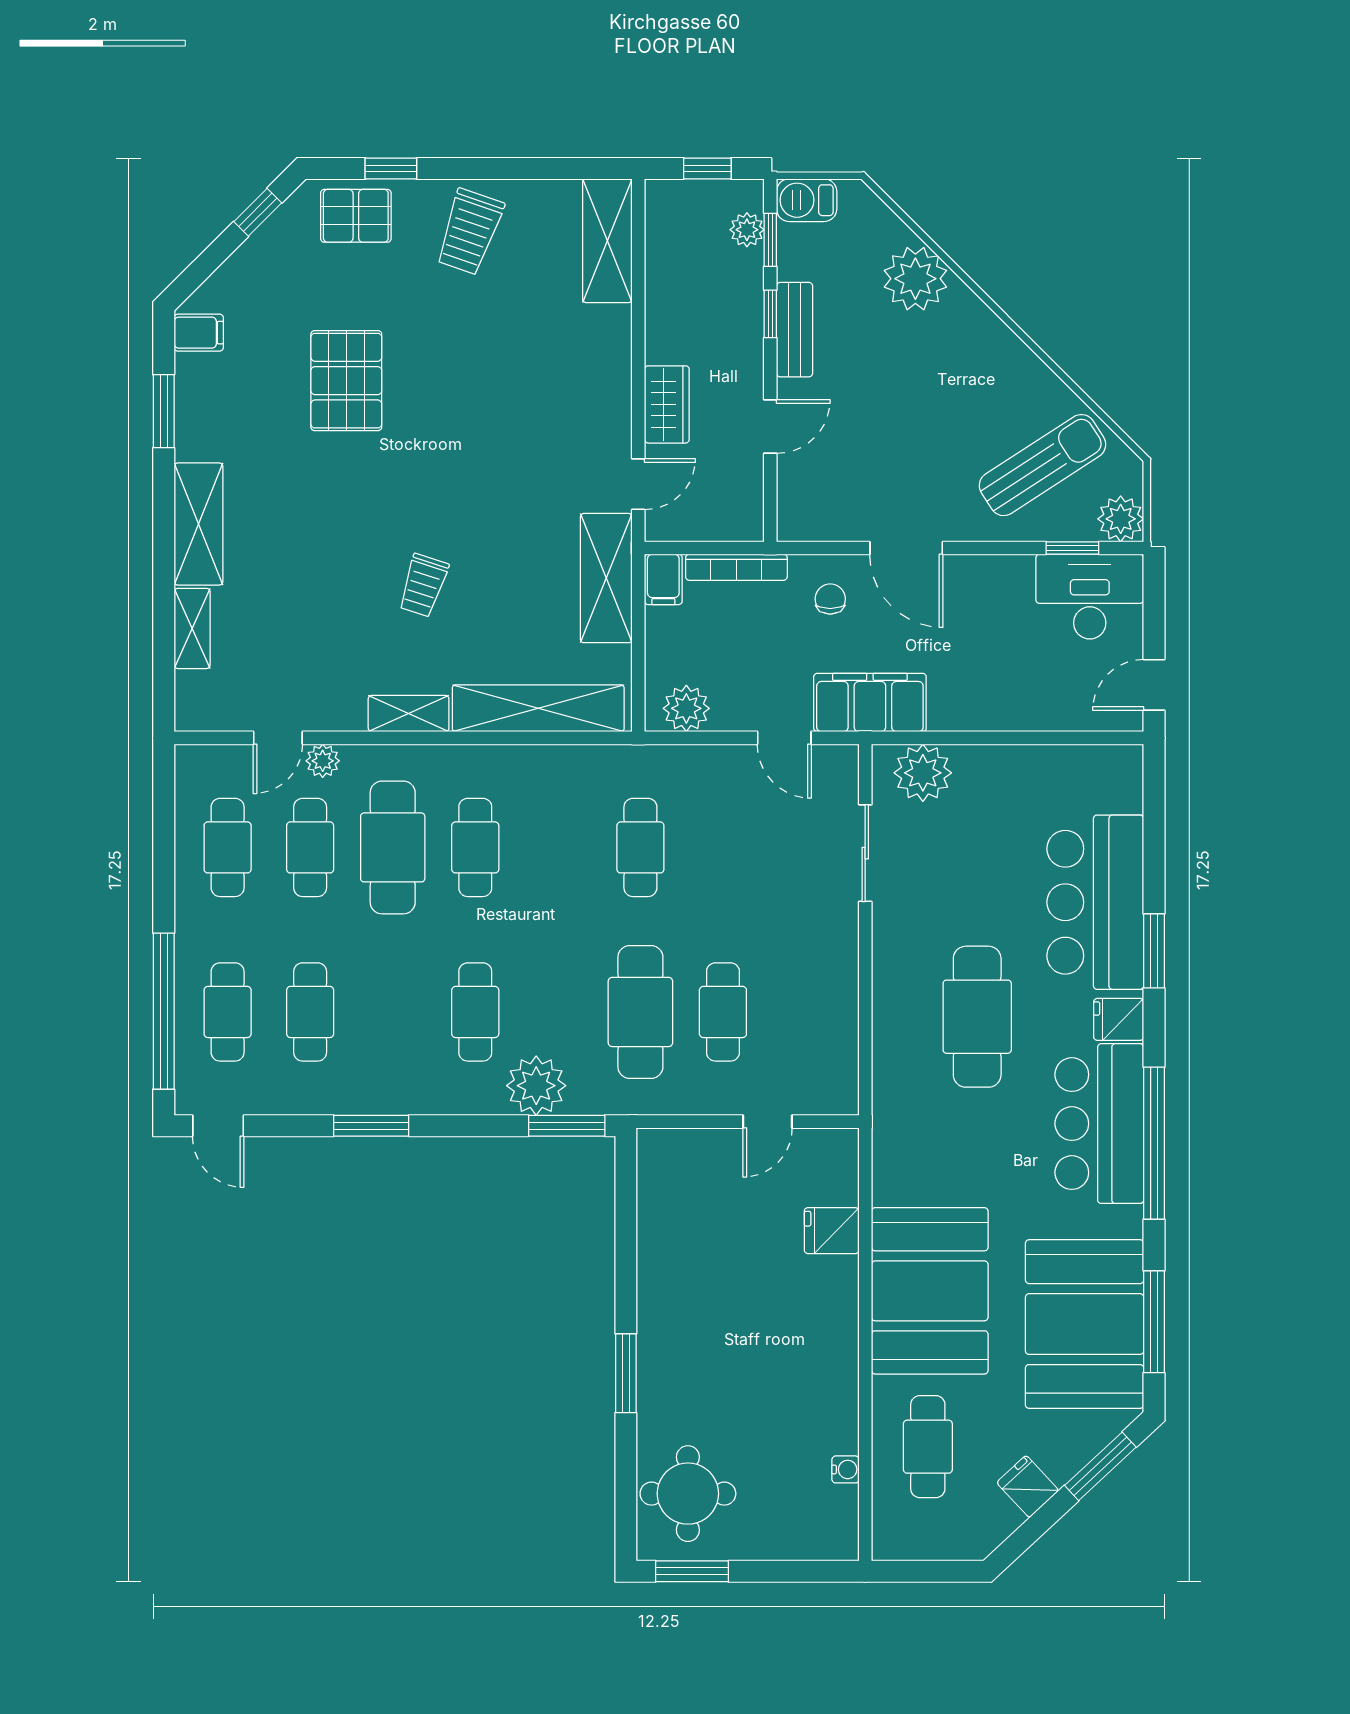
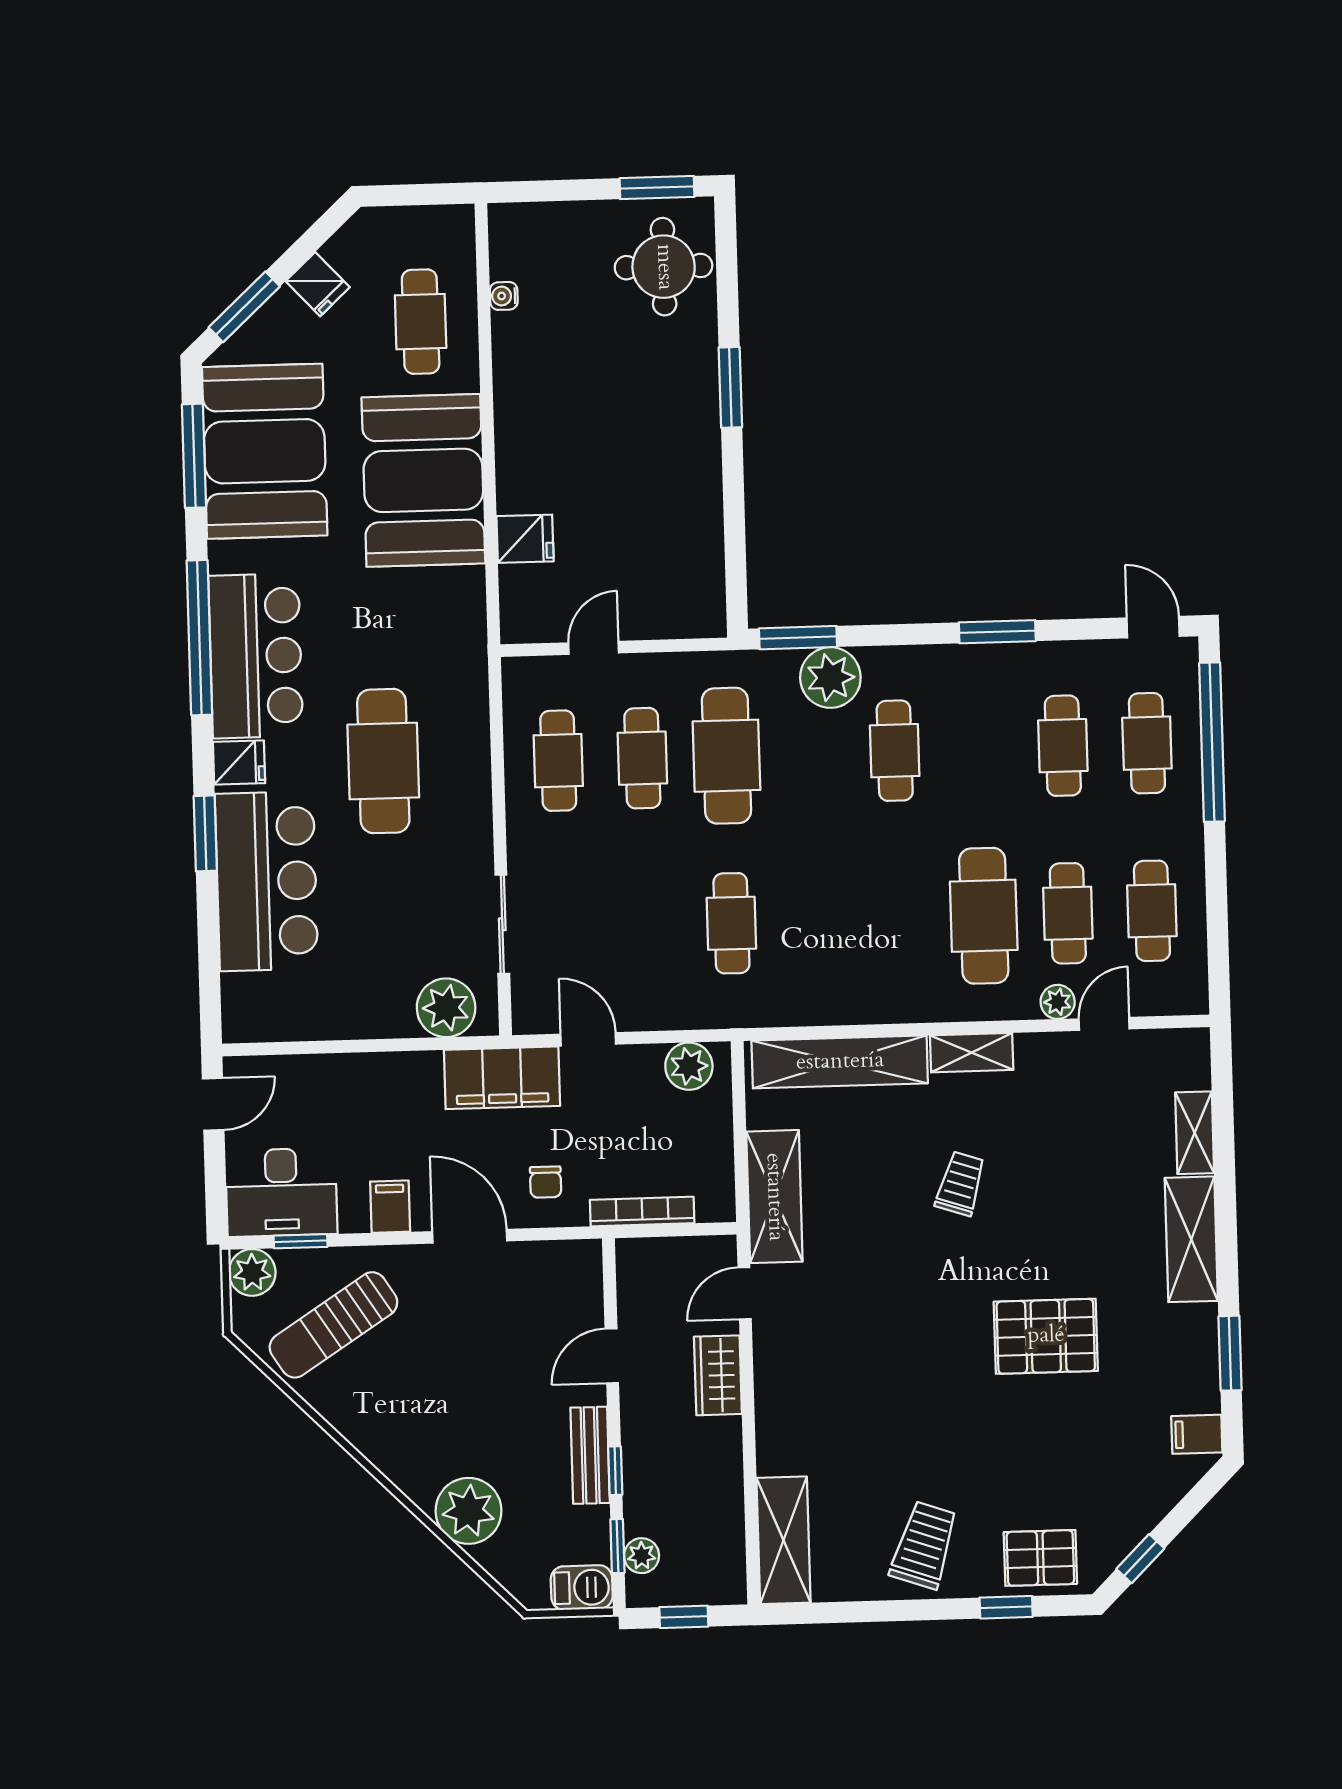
pallet: (346, 381) -> (1046, 1336), moved, turned 90
filing cabinet: (663, 579) -> (390, 1207), moved
cafe table: (475, 847) -> (558, 761), moved

